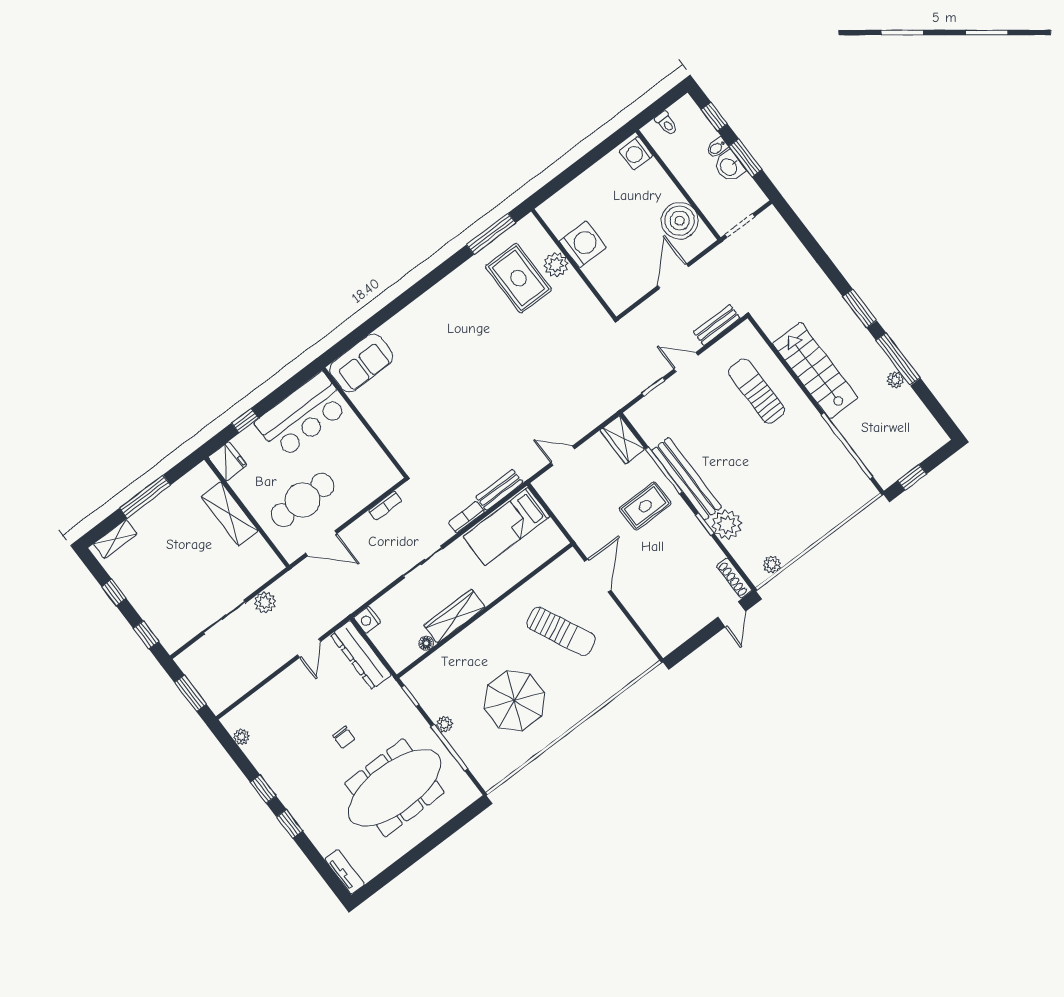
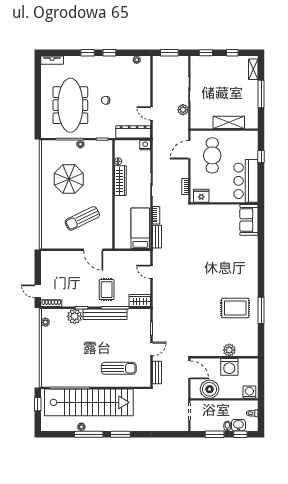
washbasin: (729, 167) -> (238, 425), moved
washing machine: (583, 244) -> (229, 367), moved
wall: (574, 264) -> (224, 357), moved
plant: (556, 265) -> (229, 350), moved
stairs: (815, 370) -> (89, 402), width x1.86, depth x1.51
door: (563, 456) -> (151, 272), swing flipped
fridge: (227, 461) -> (201, 196), moved, turned 180

